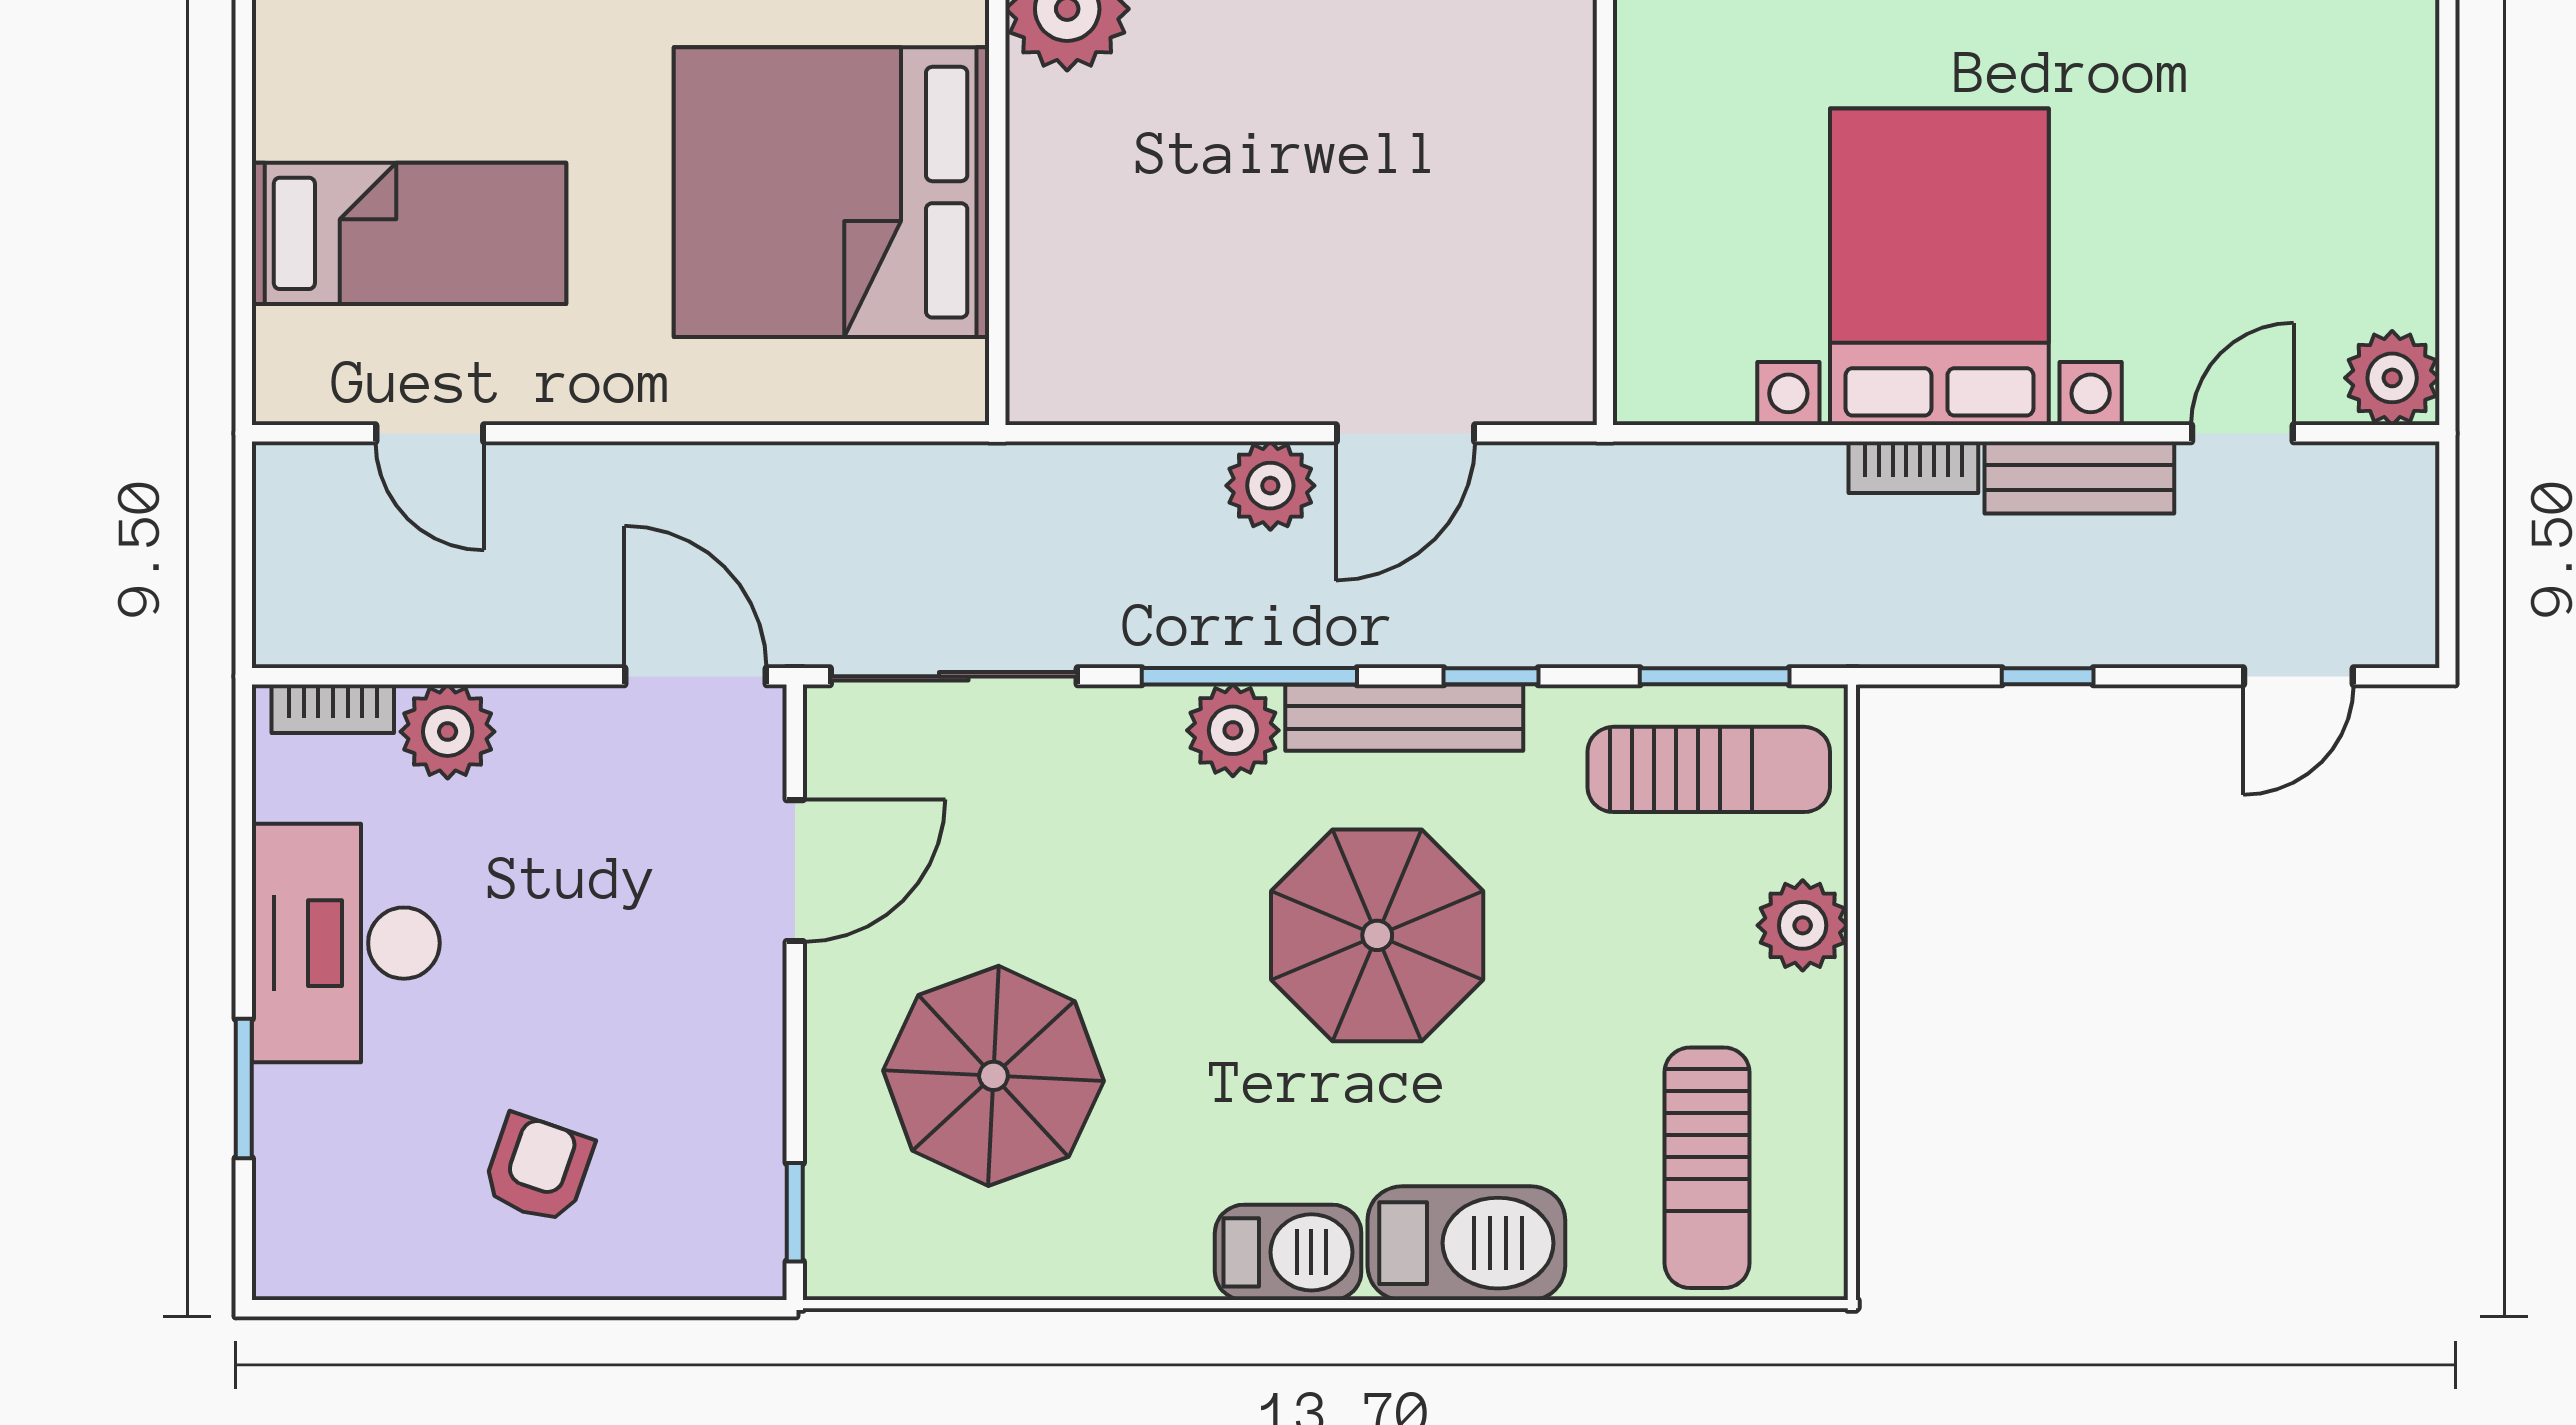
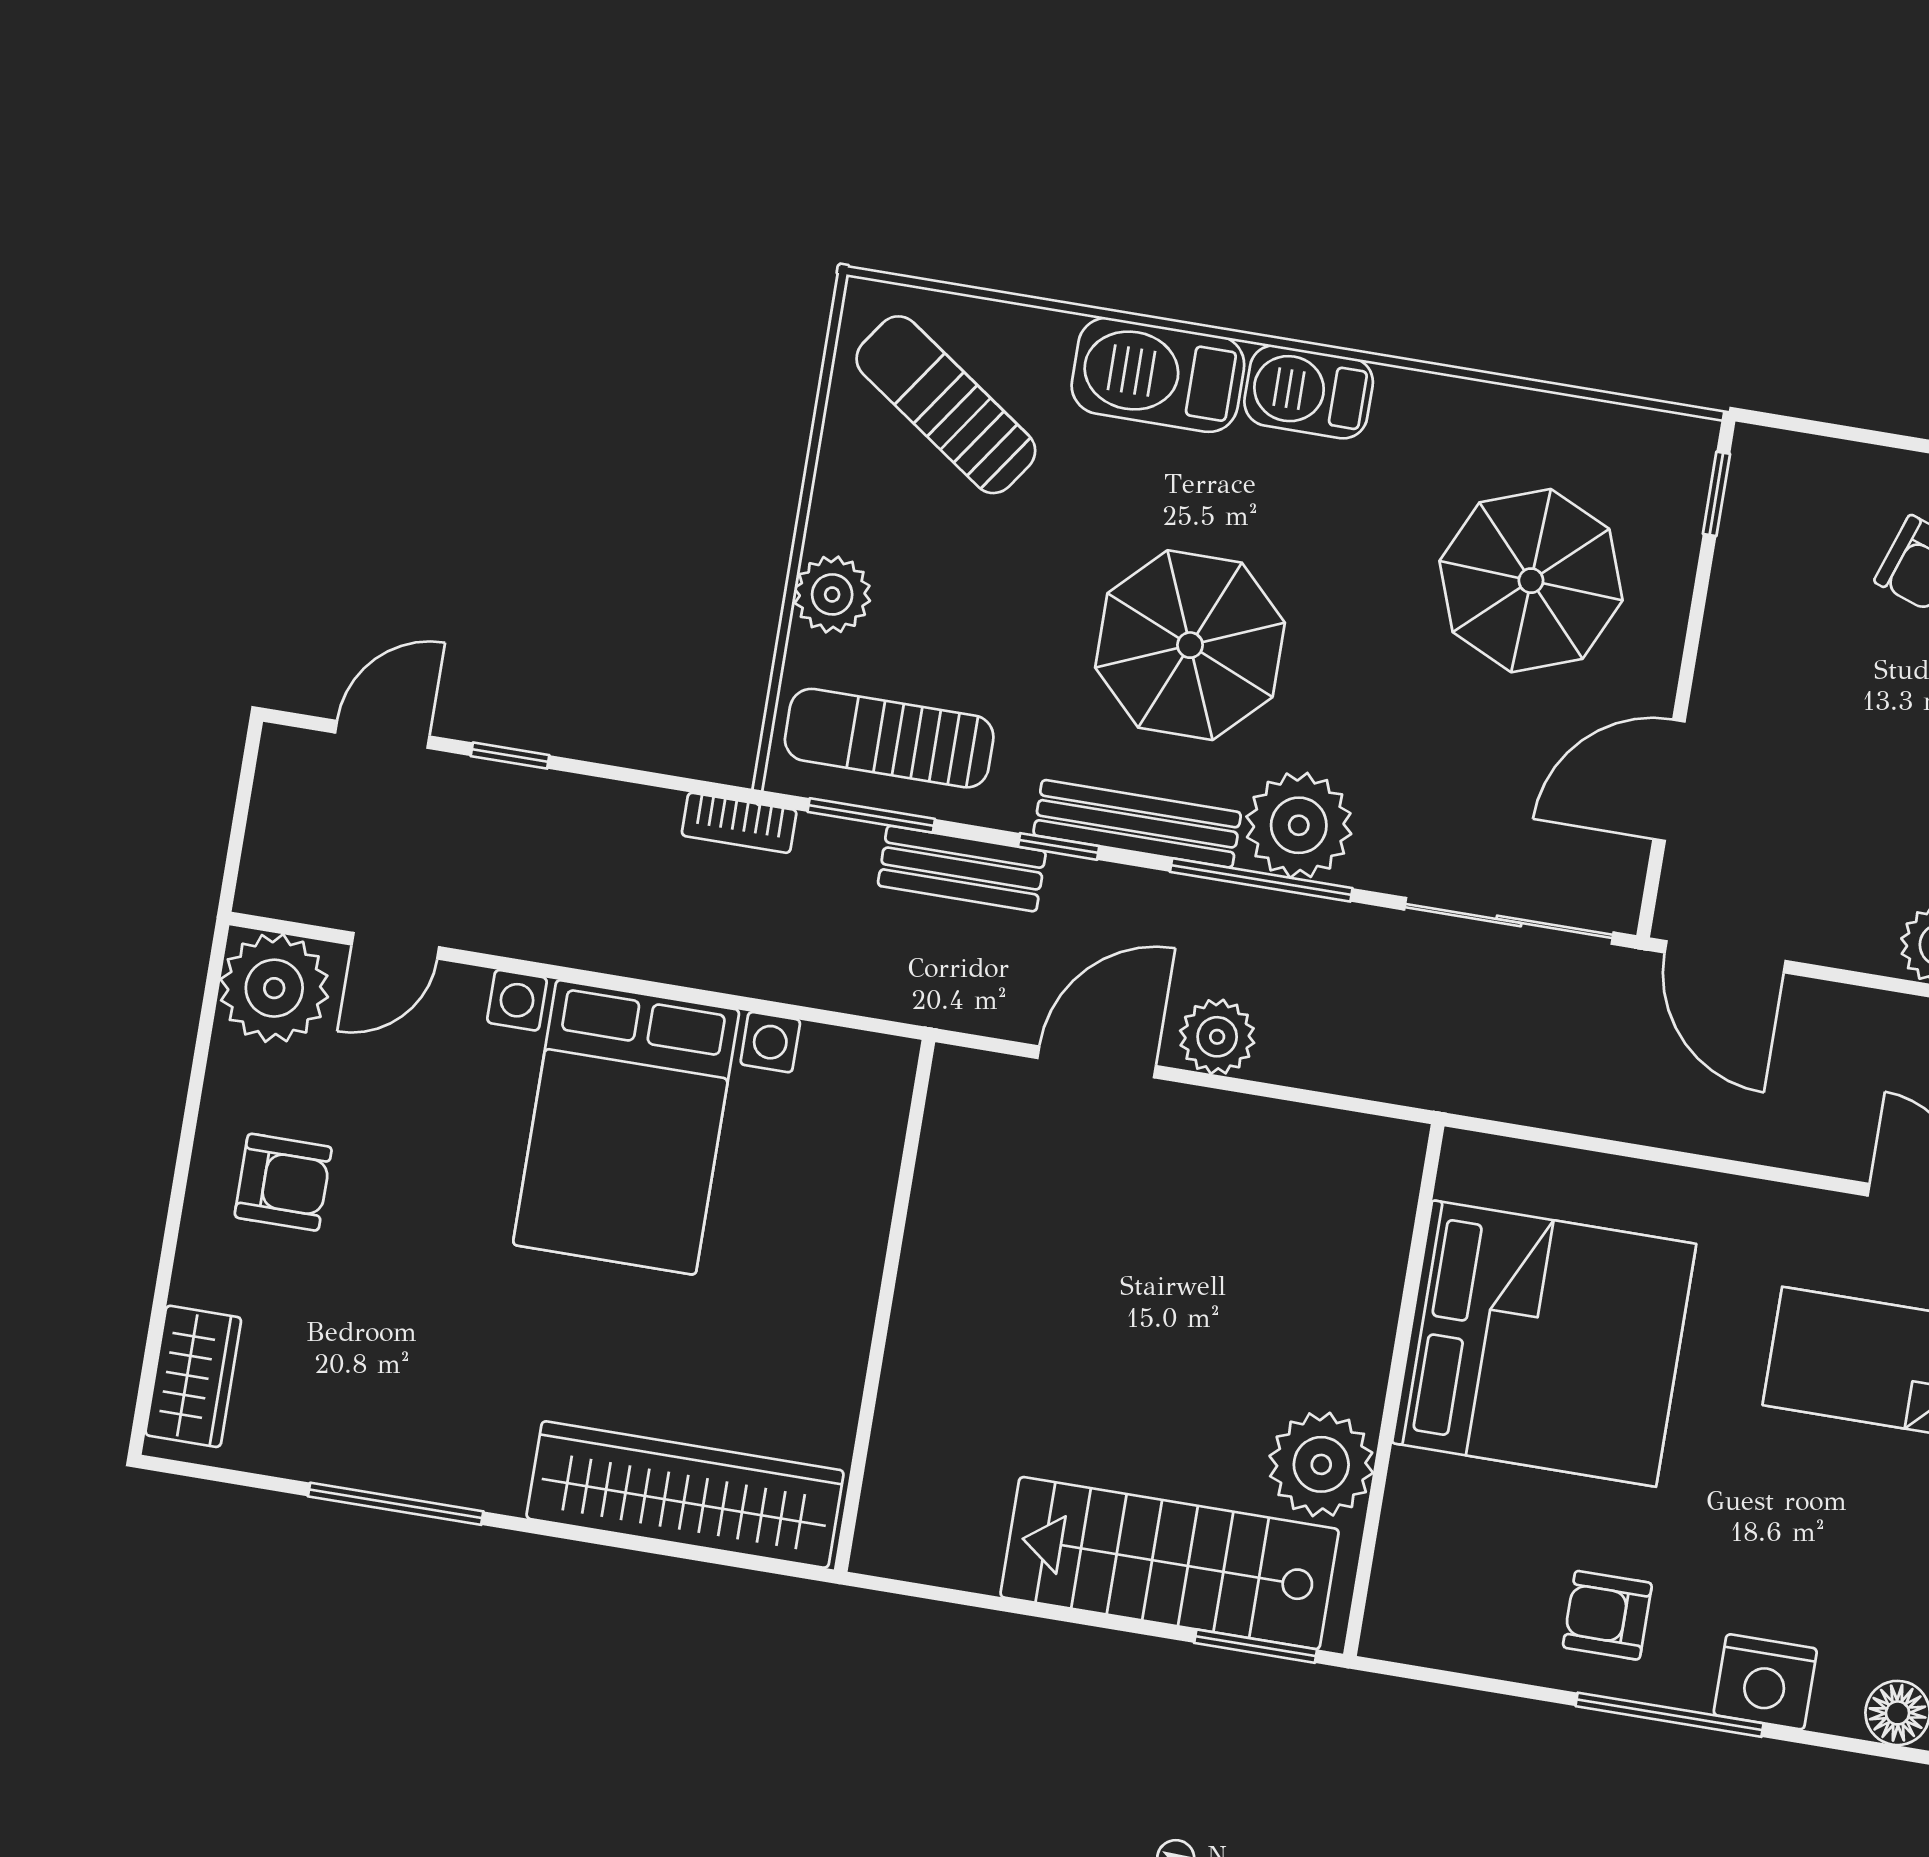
armchair: (2327, 137) -> (283, 1182), added
plant: (2392, 378) -> (274, 988), width x1.36, depth x1.36
bookcase: (1913, 467) -> (739, 823), moved, turned 180
bench: (2079, 478) -> (962, 869), moved
window: (2048, 676) -> (510, 756), moved
plant: (1233, 730) -> (1299, 825), width x1.36, depth x1.36
sun lounger: (1707, 1168) -> (946, 405), turned -55

